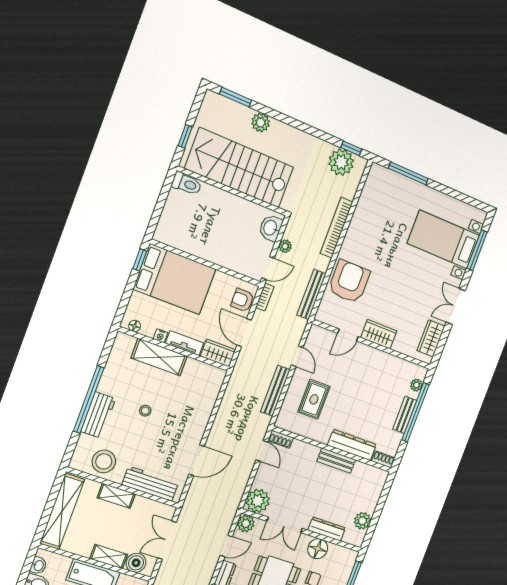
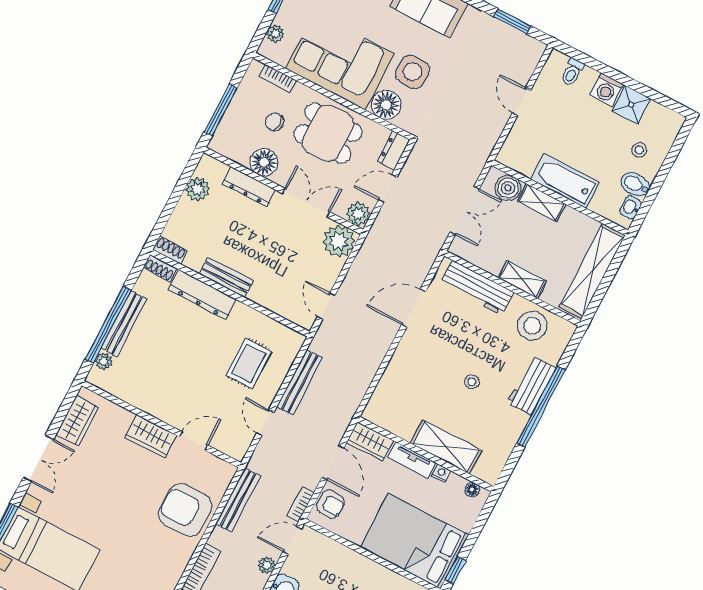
armchair: (349, 282) -> (185, 510), turned 90
bench: (405, 415) -> (124, 324), width x1.36
shoe rack: (281, 439) -> (170, 250), moved

